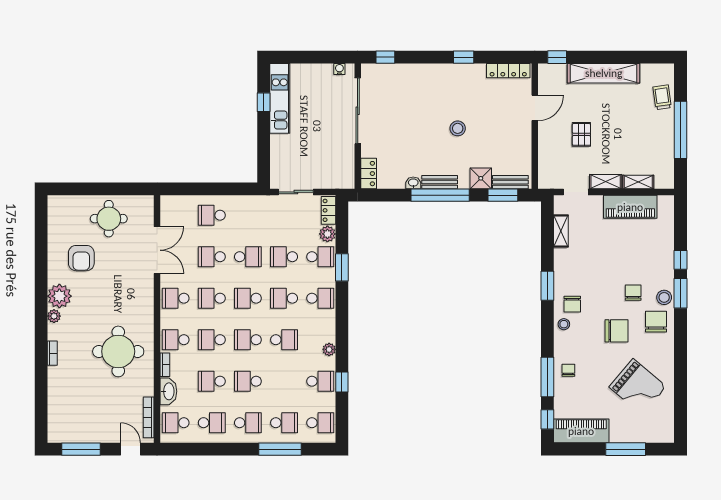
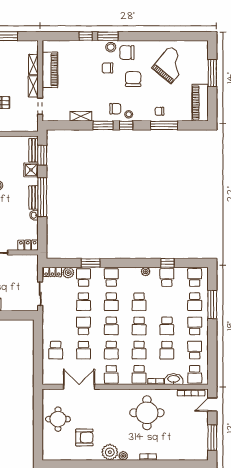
shelving: (561, 231) -> (81, 116), moved
school desk: (284, 340) -> (139, 302), turned 180
window: (547, 419) -> (126, 125), moved
school desk: (284, 423) -> (195, 302), turned 180

